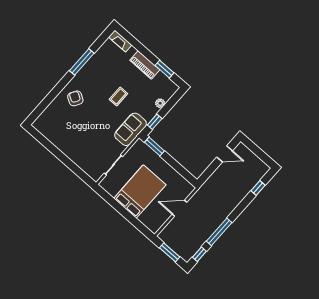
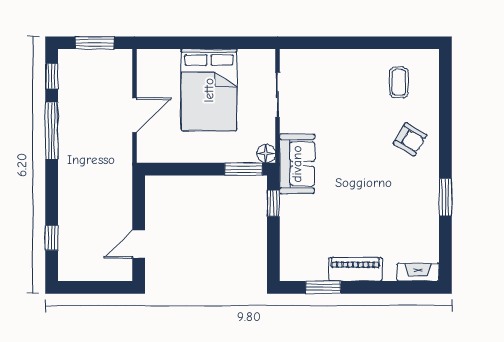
window: (82, 62) -> (445, 197), width x0.69
coffee table: (118, 96) -> (399, 82), moved
plant: (160, 103) -> (288, 235), removed
floor lamp: (140, 145) -> (266, 154), added

